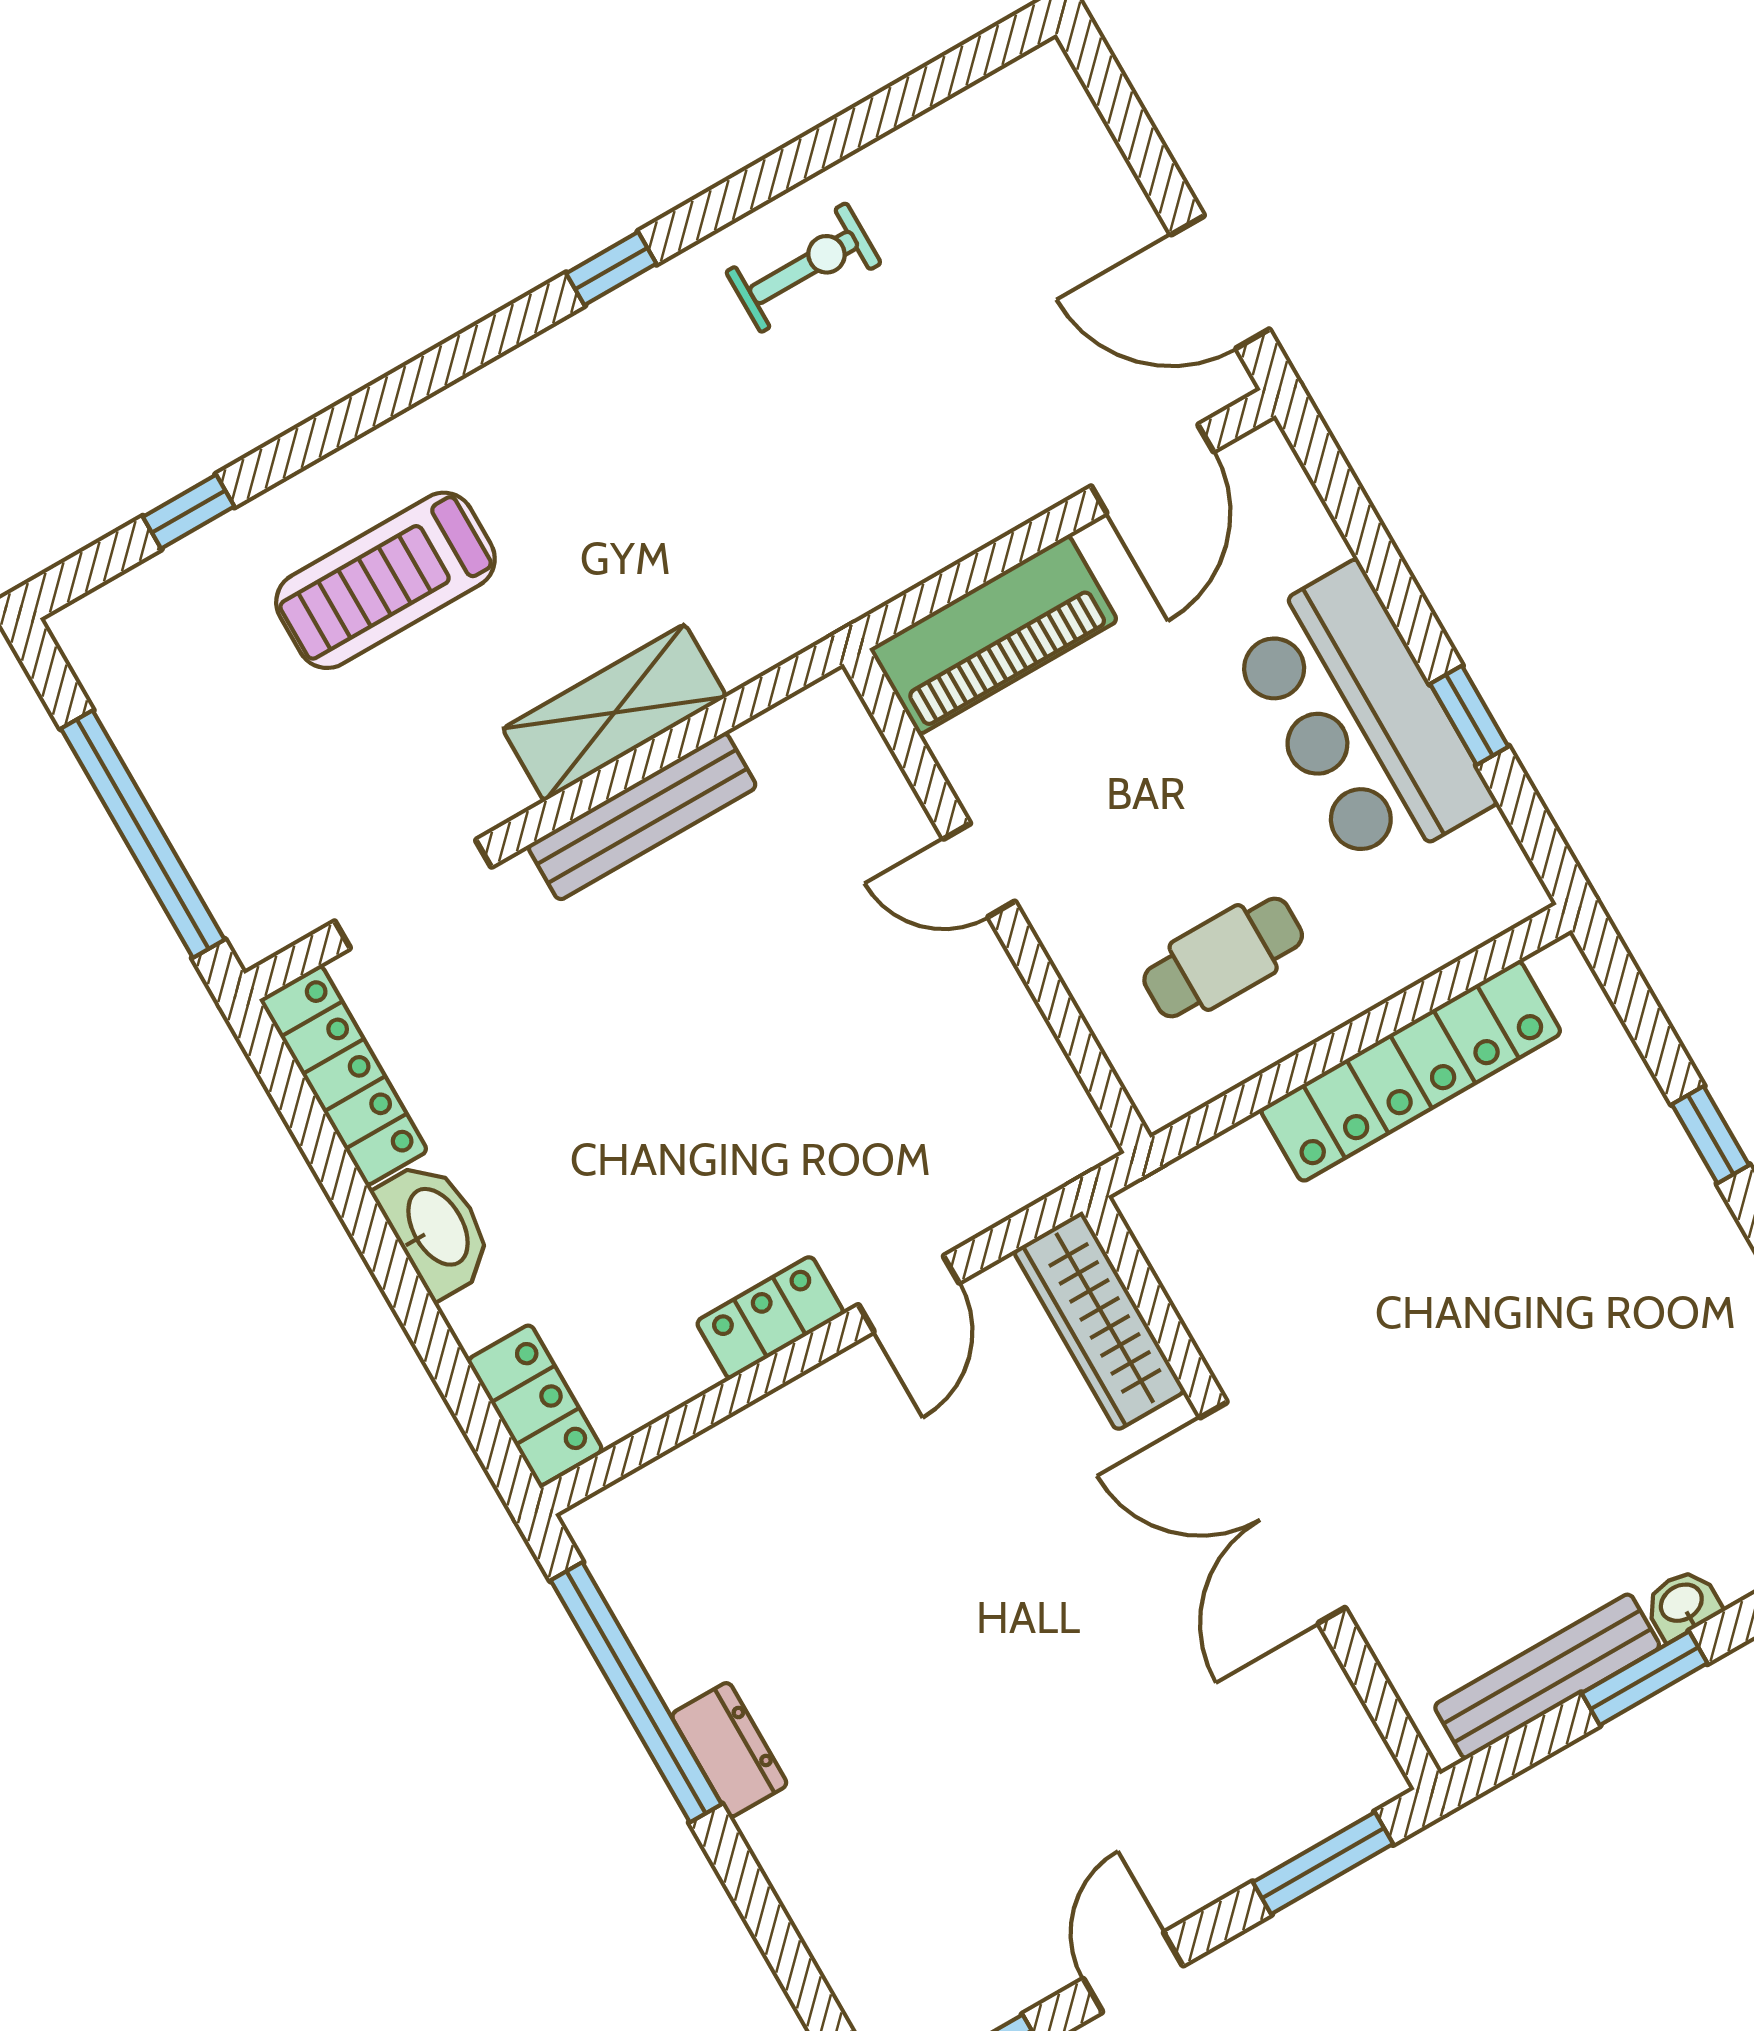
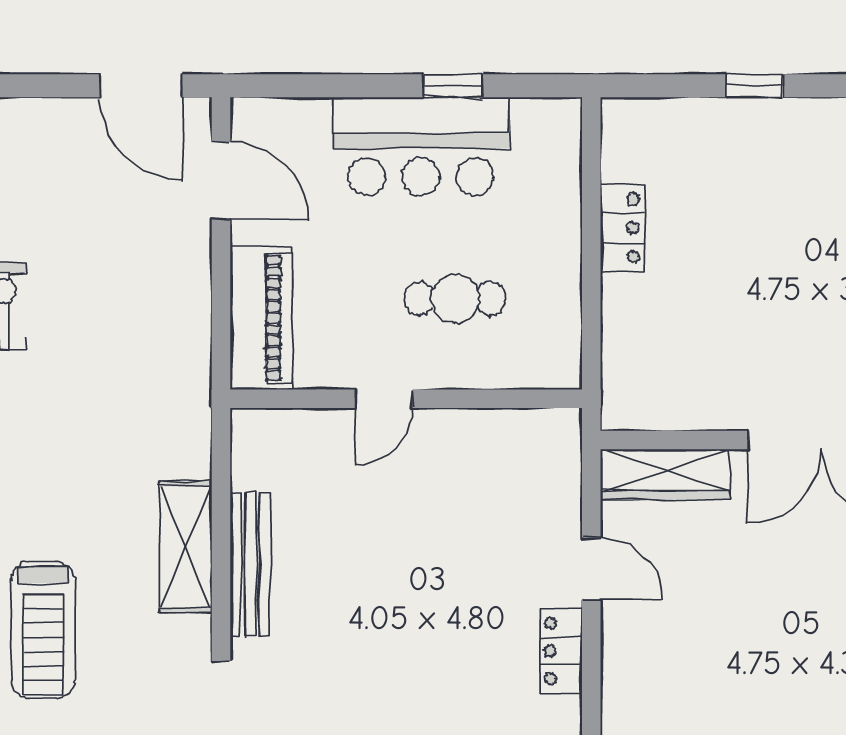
door: (1220, 282) -> (141, 86), hinge flipped
cafe table: (1223, 958) -> (455, 299), moved, turned 90
locker: (1411, 1071) -> (622, 228), width x0.46, depth x0.83

